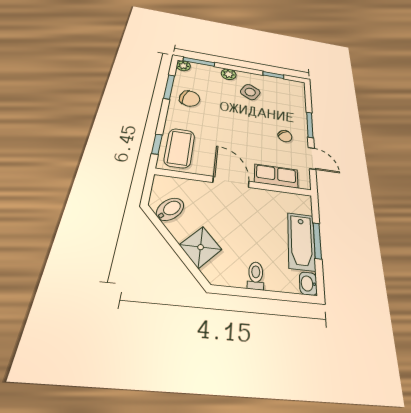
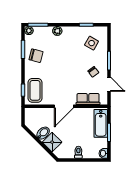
side table: (250, 92) -> (92, 43), moved
door: (231, 182) -> (64, 106), swing flipped
bidet: (170, 209) -> (43, 133), moved
bathtub: (301, 241) -> (101, 123), moved

